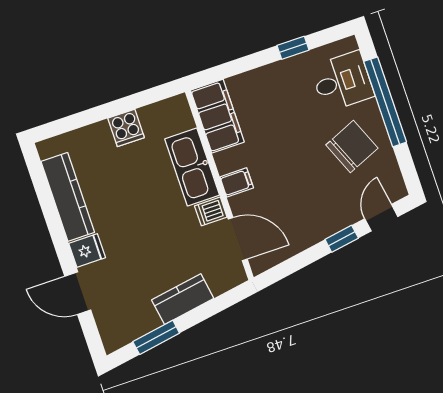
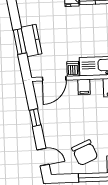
window: (342, 239) -> (35, 118), moved
window: (156, 337) -> (20, 41), moved

